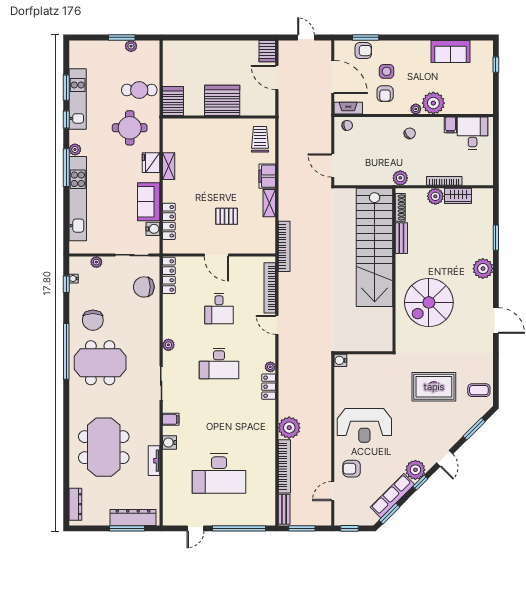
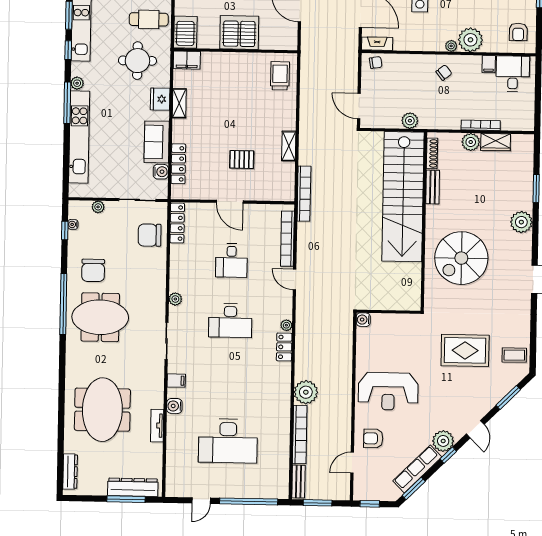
armchair: (385, 94) -> (518, 32), moved
filing cabinet: (267, 176) -> (187, 60), moved, turned -90
plant: (400, 178) -> (410, 121), moved

